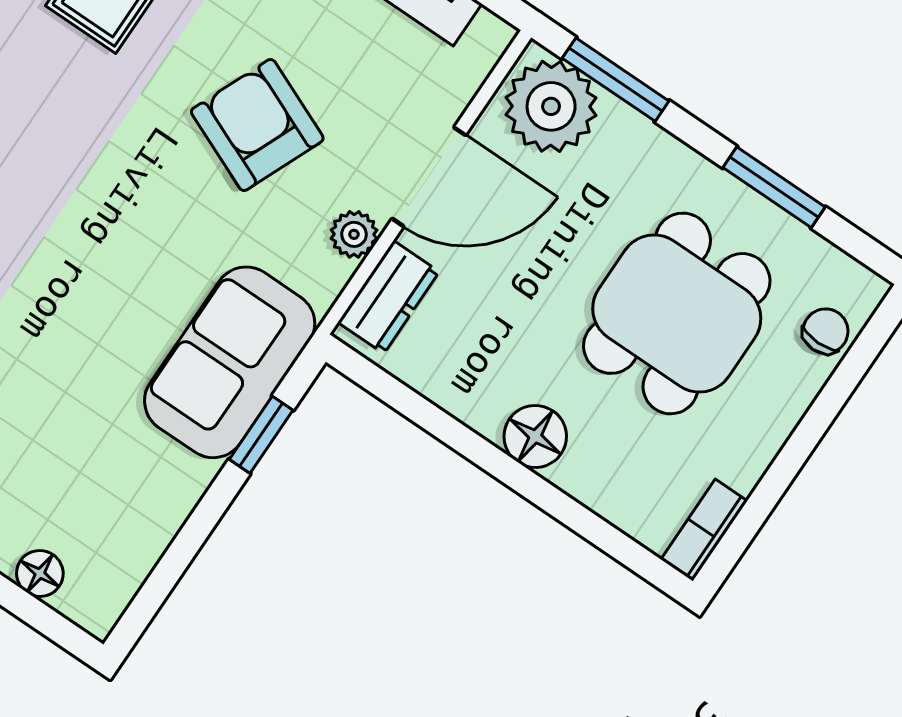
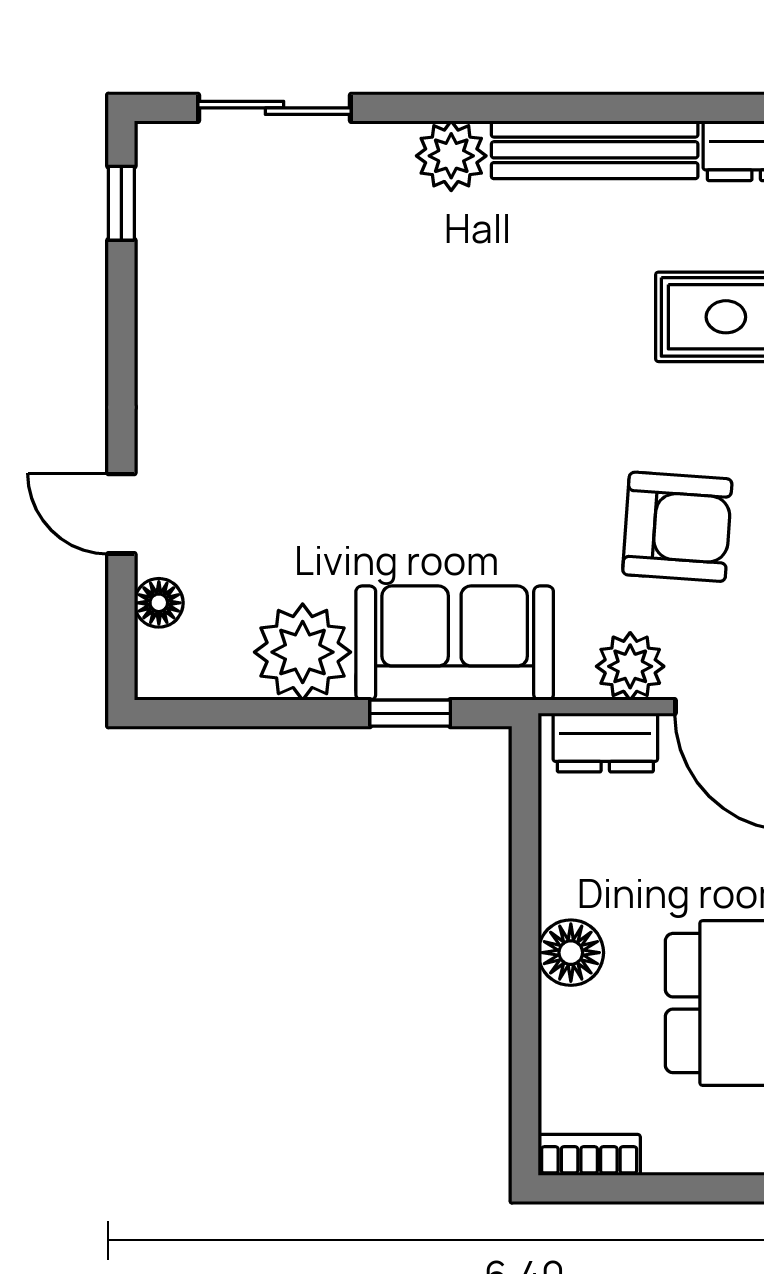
armchair: (257, 125) -> (677, 527), turned 71
plant: (354, 234) -> (630, 666), width x1.38, depth x1.38
plant: (155, 487) -> (303, 652), added

